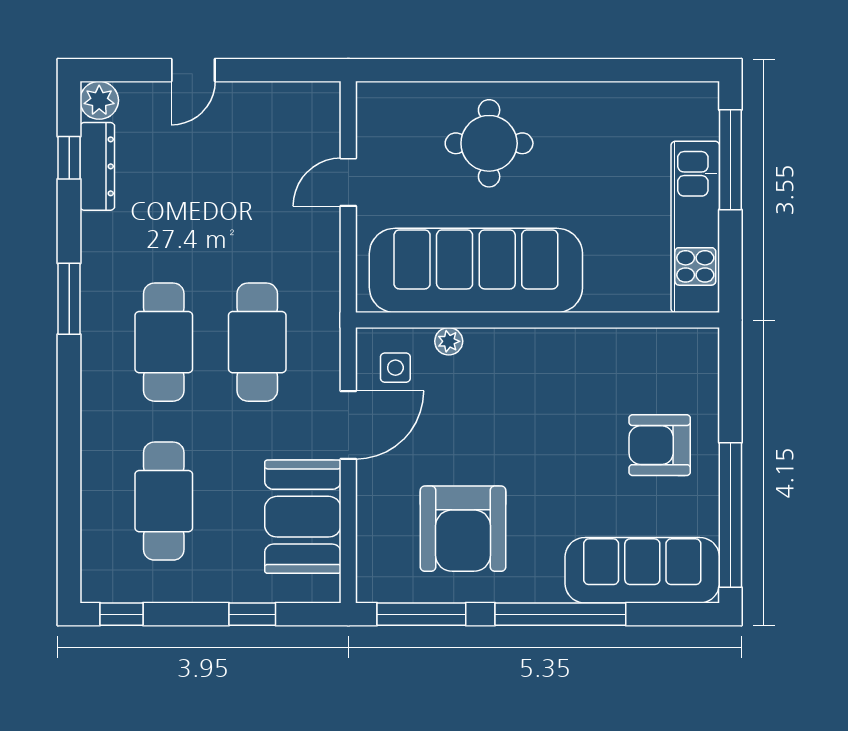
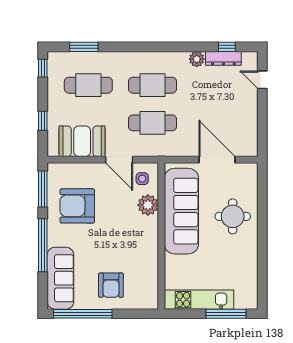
door: (193, 70) -> (262, 80), moved
plant: (99, 100) -> (197, 59), moved
door: (348, 182) -> (217, 160), width x1.87
window: (69, 299) -> (84, 47), moved
plant: (449, 341) -> (148, 205), width x1.87, depth x1.87
armchair: (660, 445) -> (111, 285), turned 180

